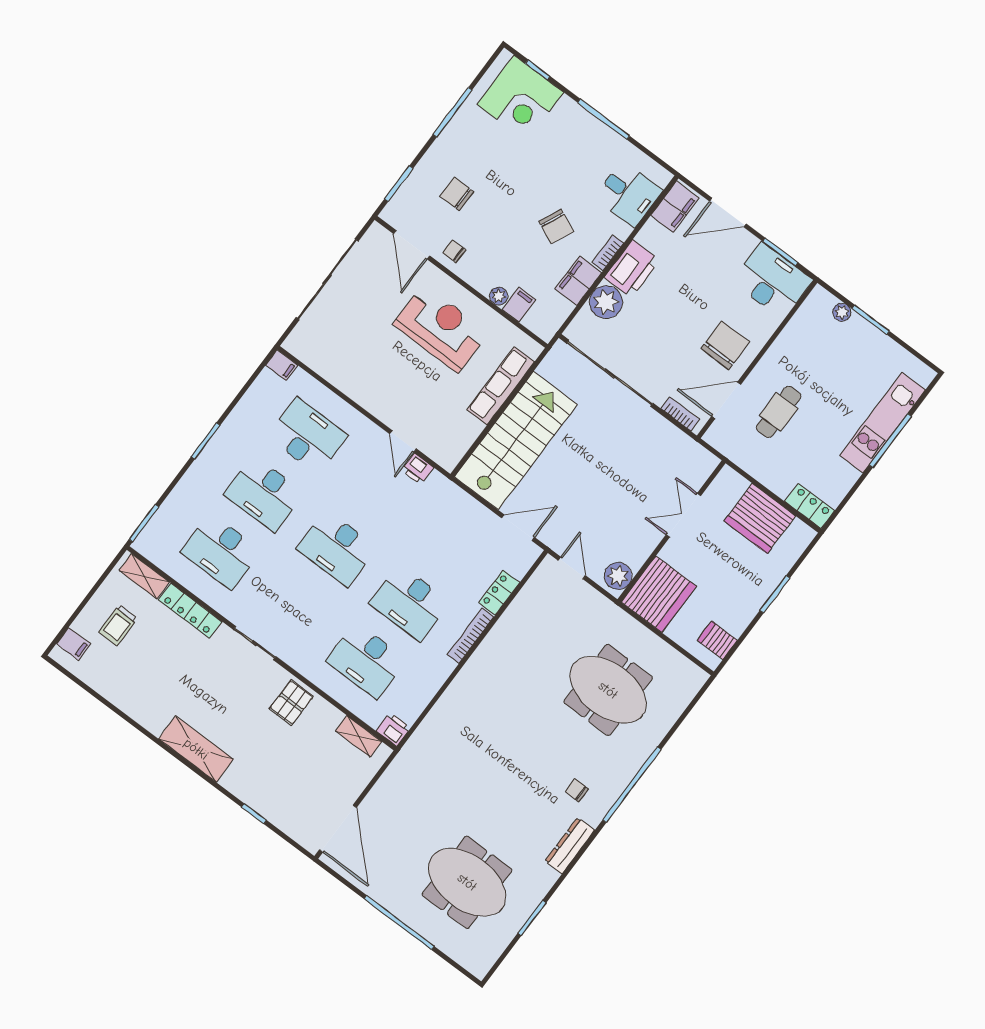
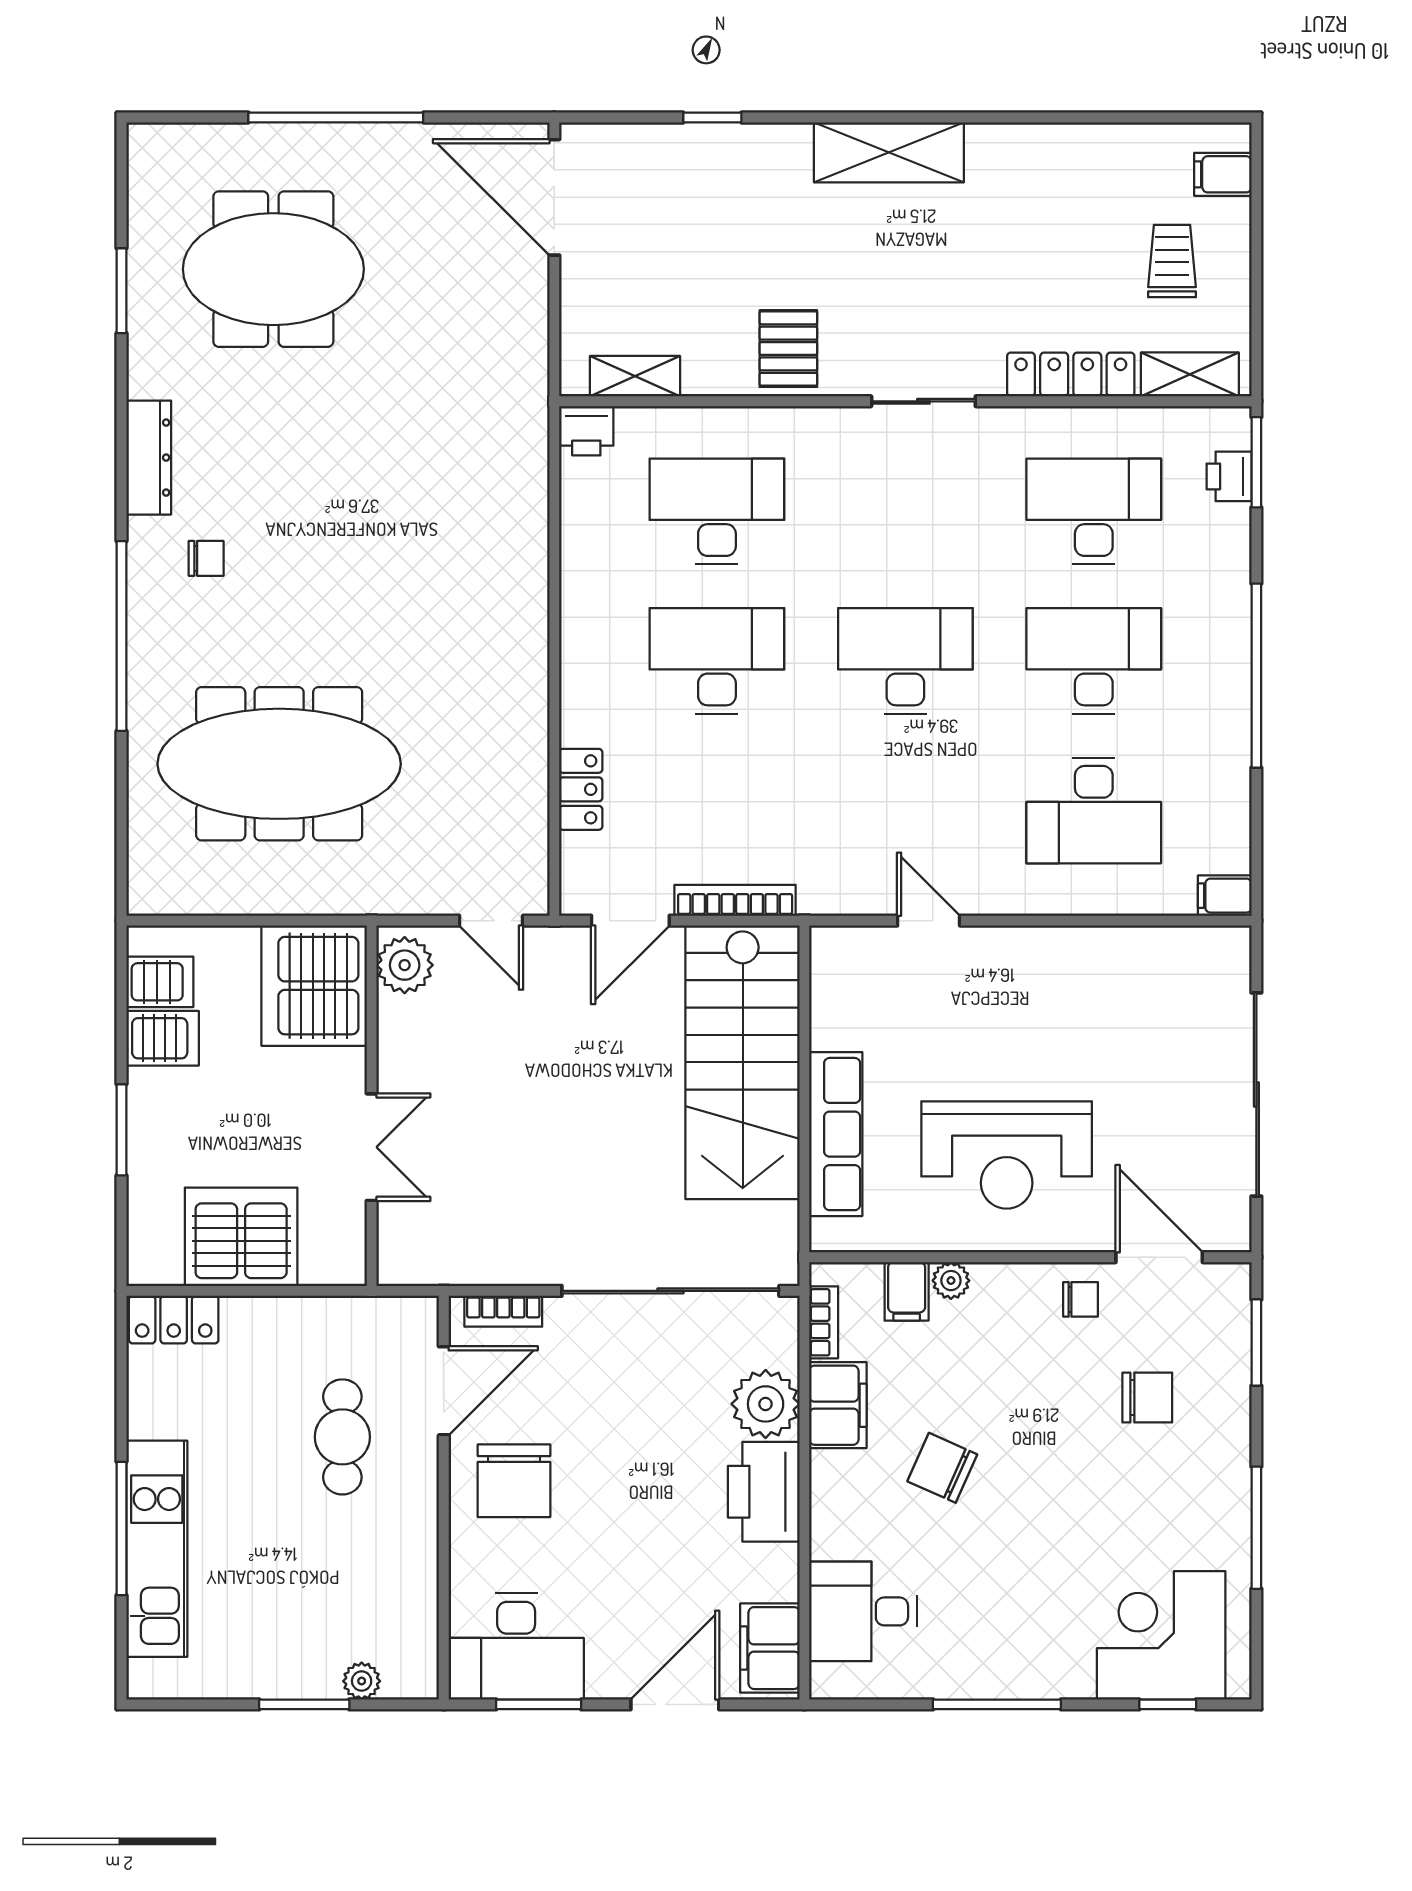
bookcase: (608, 253) -> (824, 1322), moved
window: (206, 441) -> (1256, 676), width x2.11
printer: (418, 469) -> (1229, 476), moved, turned -90
server rack: (733, 618) -> (163, 1038), added
bookcase: (470, 636) -> (735, 900), moved, turned -90
meeting table: (608, 690) -> (279, 764), width x1.36

